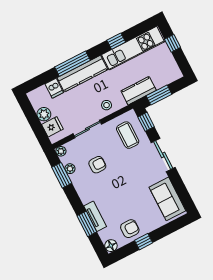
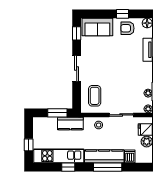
window: (146, 122) -> (77, 33), moved
armchair: (97, 165) -> (127, 86), removed
sofa: (167, 199) -> (97, 27), moved, turned 90

